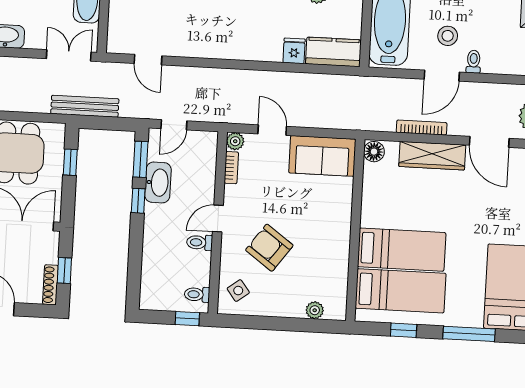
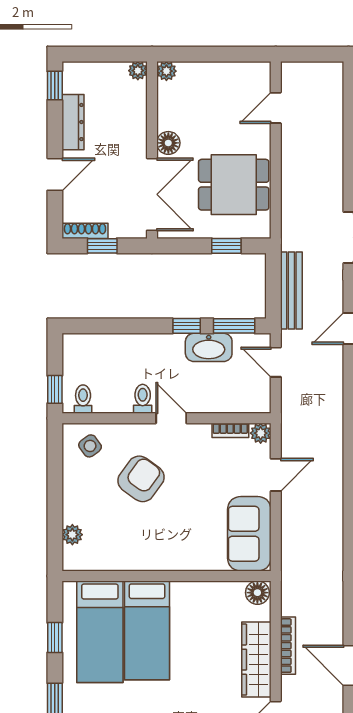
bench: (85, 106) -> (291, 291), moved

